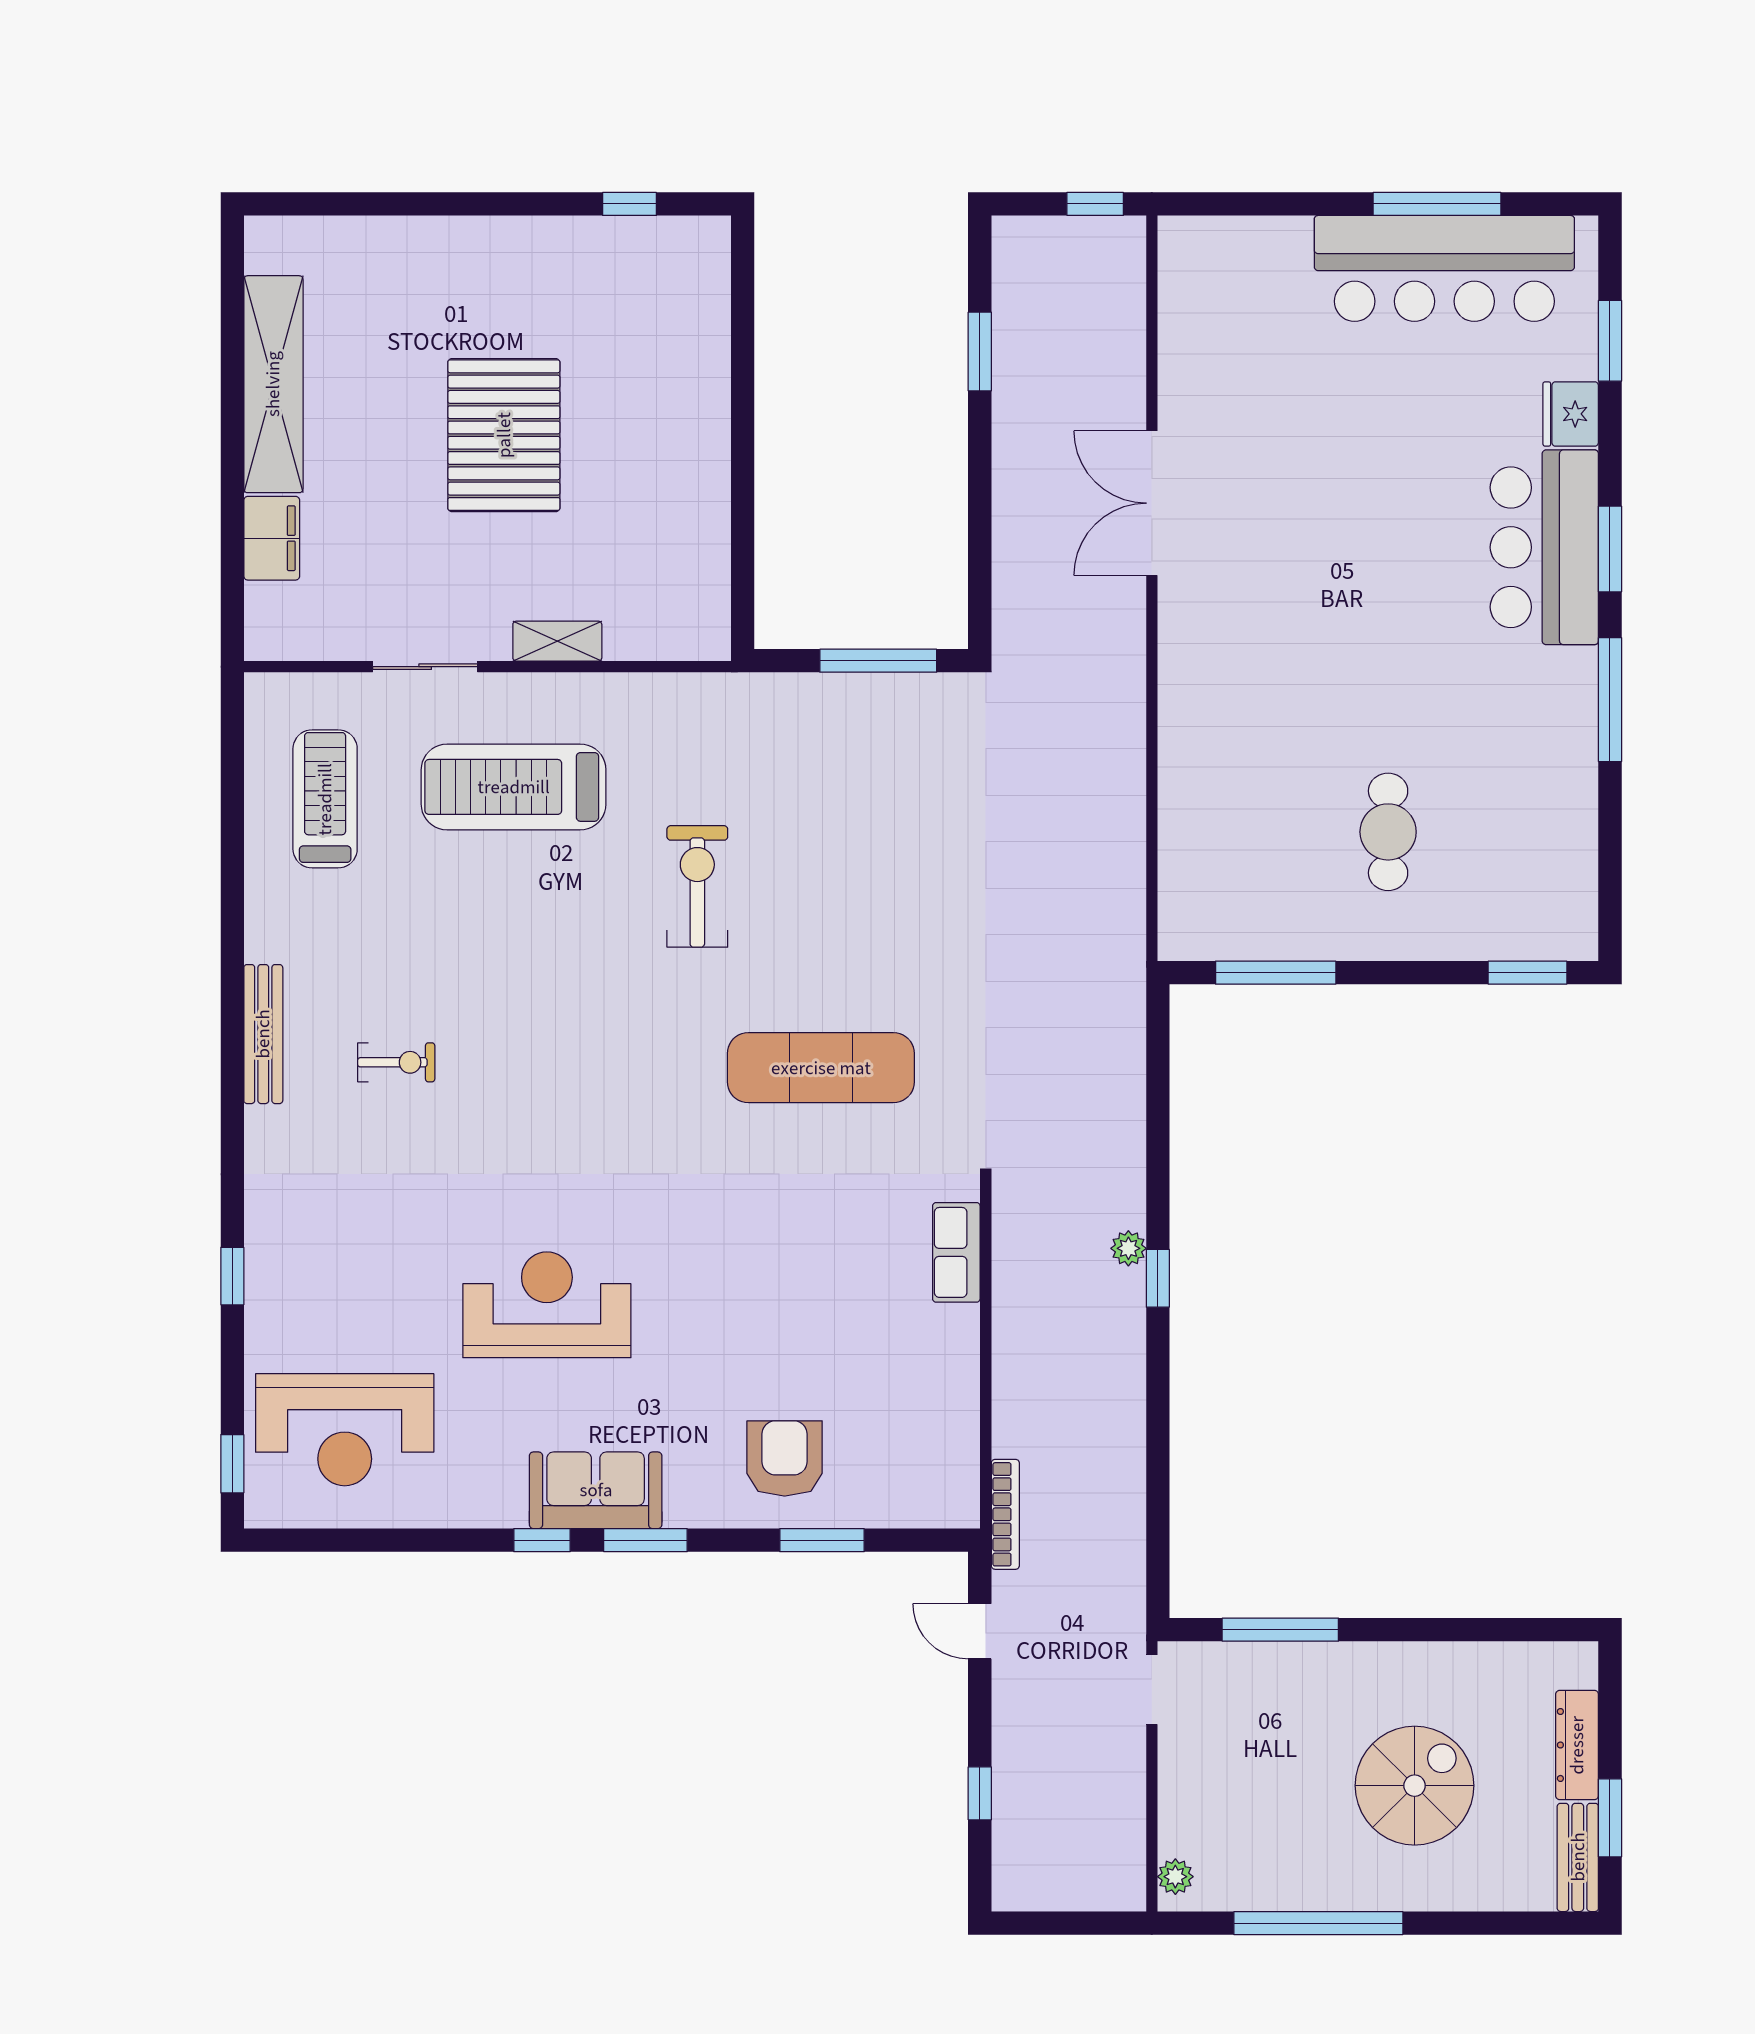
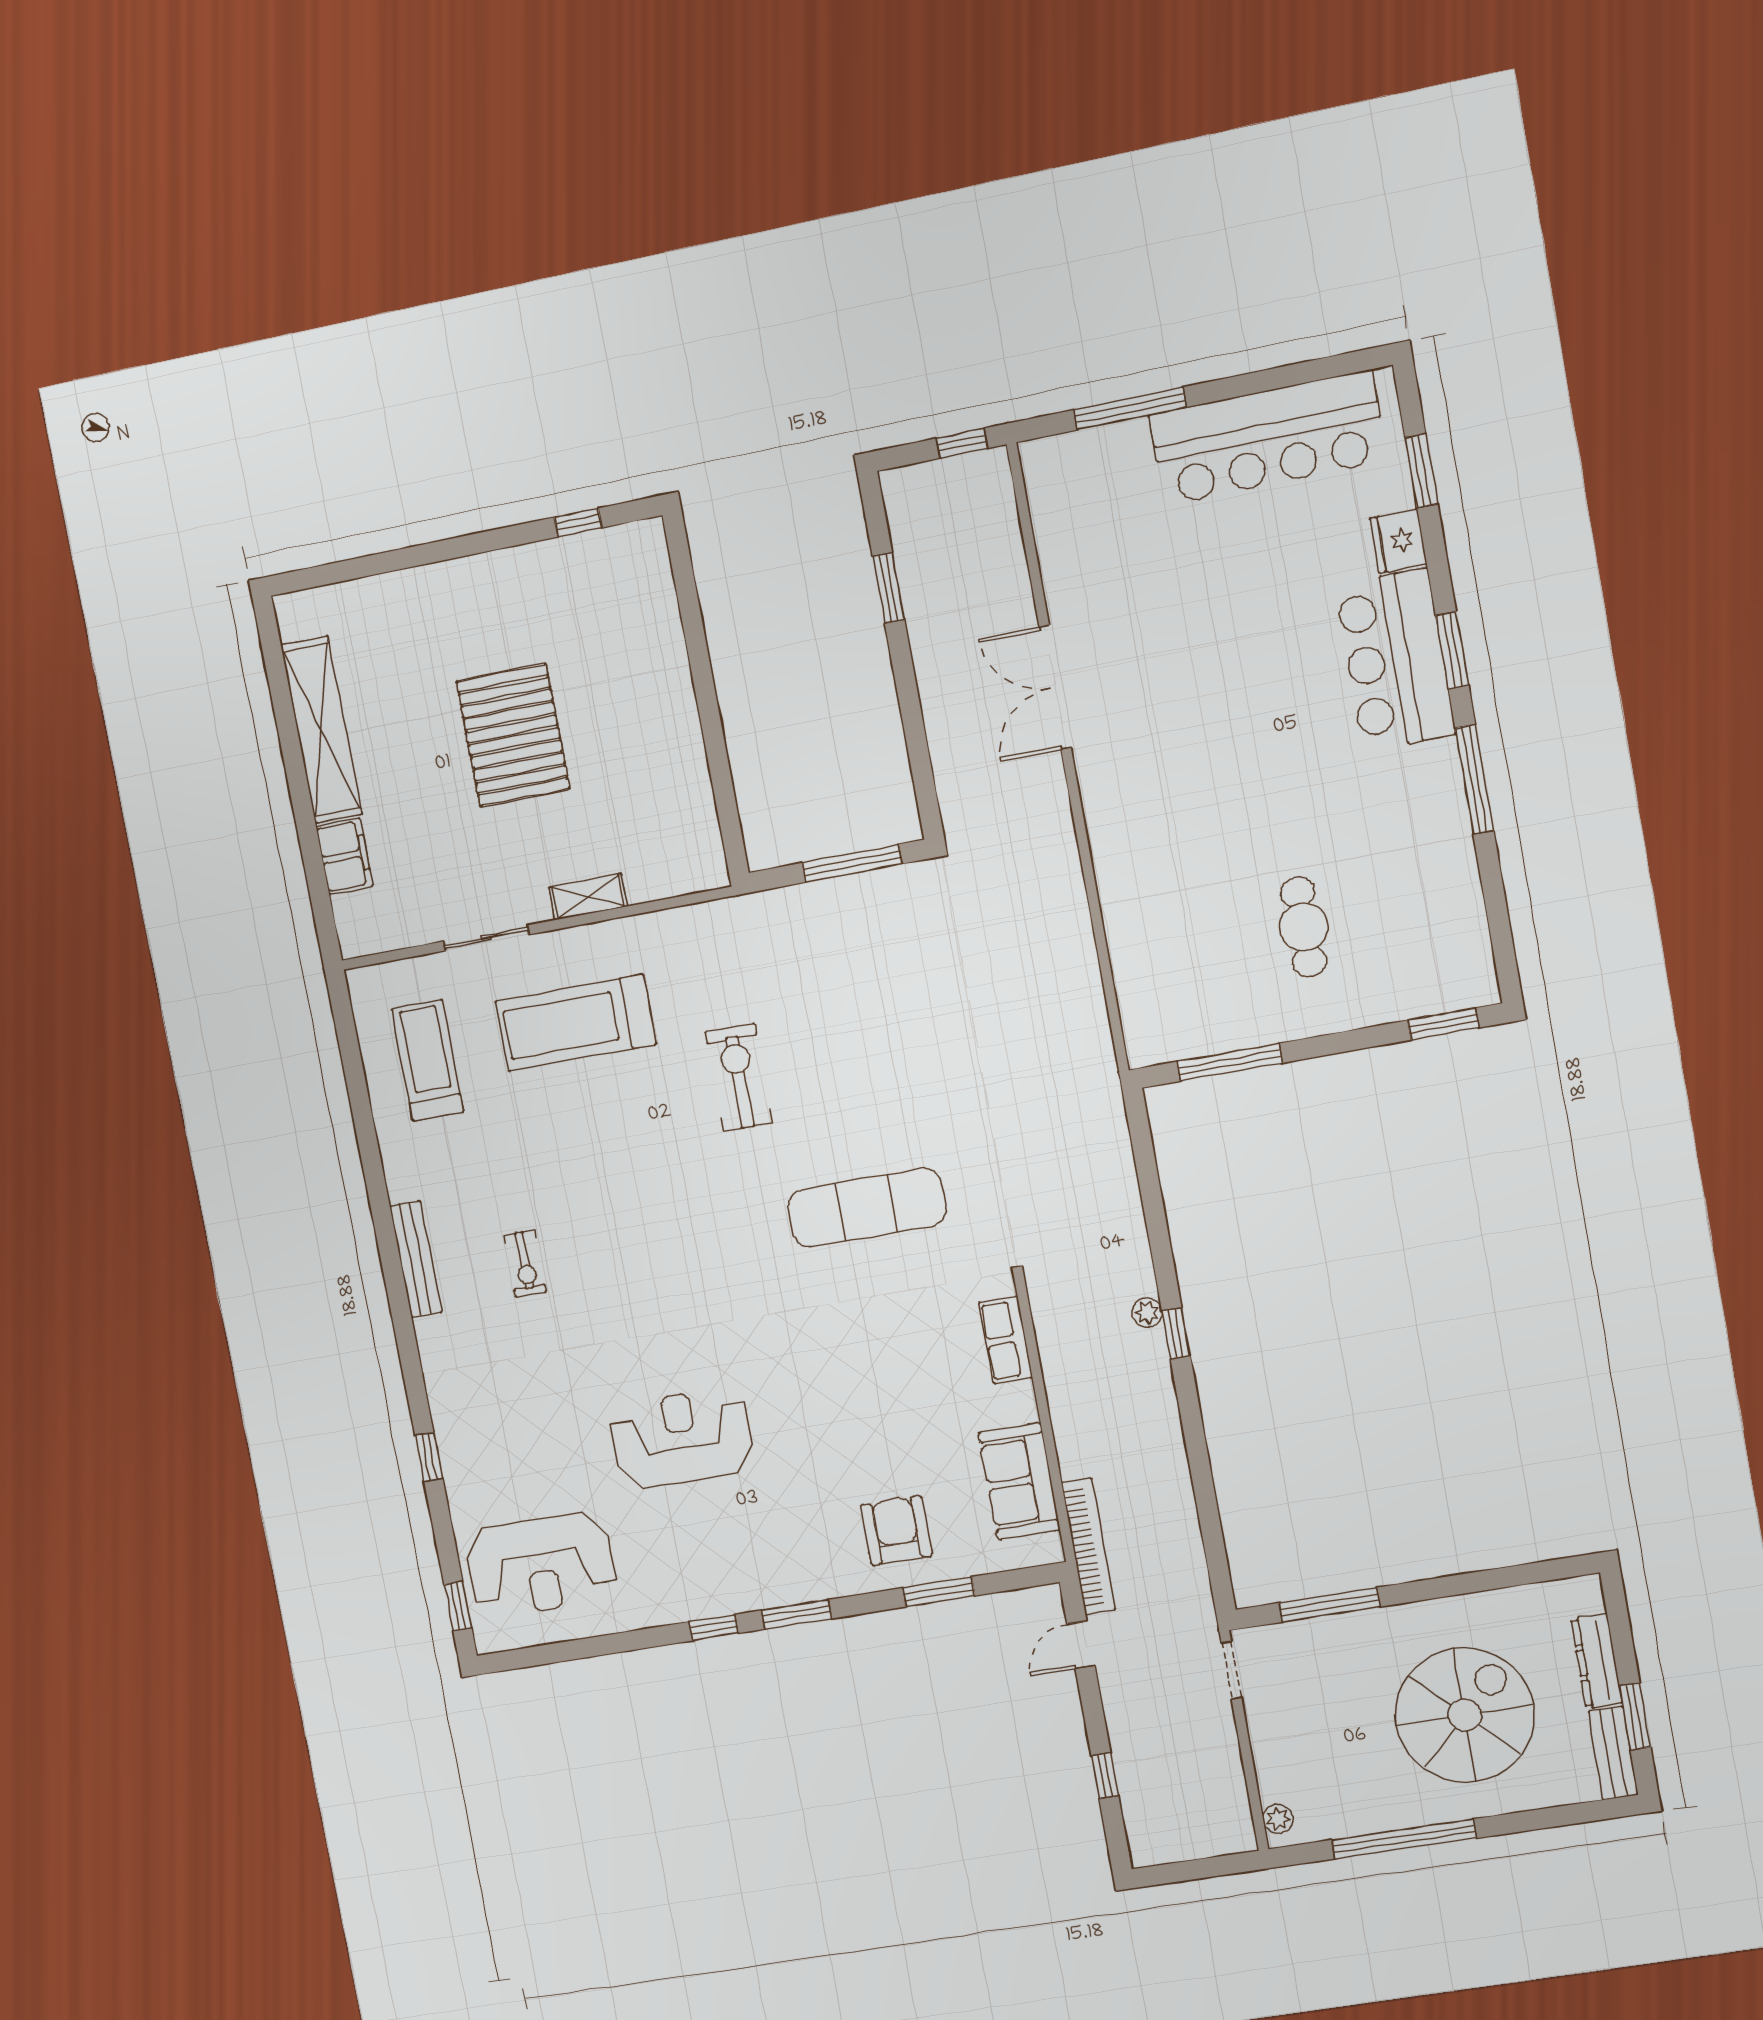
window: (1437, 204) -> (1130, 409), moved
exercise bike: (396, 1062) -> (525, 1263), turned 90
sofa: (596, 1490) -> (1019, 1481), moved, turned -90
bookcase: (1005, 1514) -> (1088, 1546), width x1.48, depth x1.31
door: (980, 1631) -> (1081, 1645), hinge flipped
spiral stairs: (1415, 1786) -> (1465, 1715), width x1.37, depth x1.37

